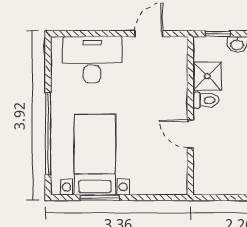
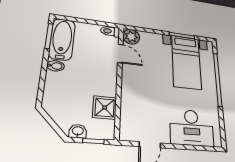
toilet: (206, 100) -> (110, 31), moved
door: (190, 134) -> (120, 54), moved
plant: (176, 183) -> (131, 37), added

